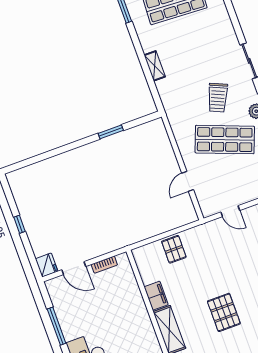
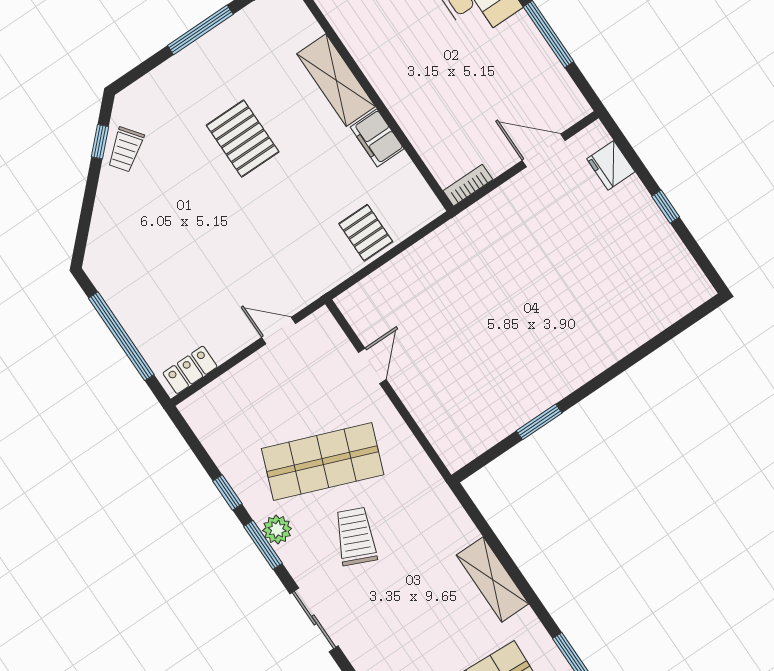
shelving: (155, 66) -> (493, 579), width x1.50, depth x1.33
fridge: (47, 265) -> (611, 165), moved
bookcase: (104, 265) -> (468, 185), moved

